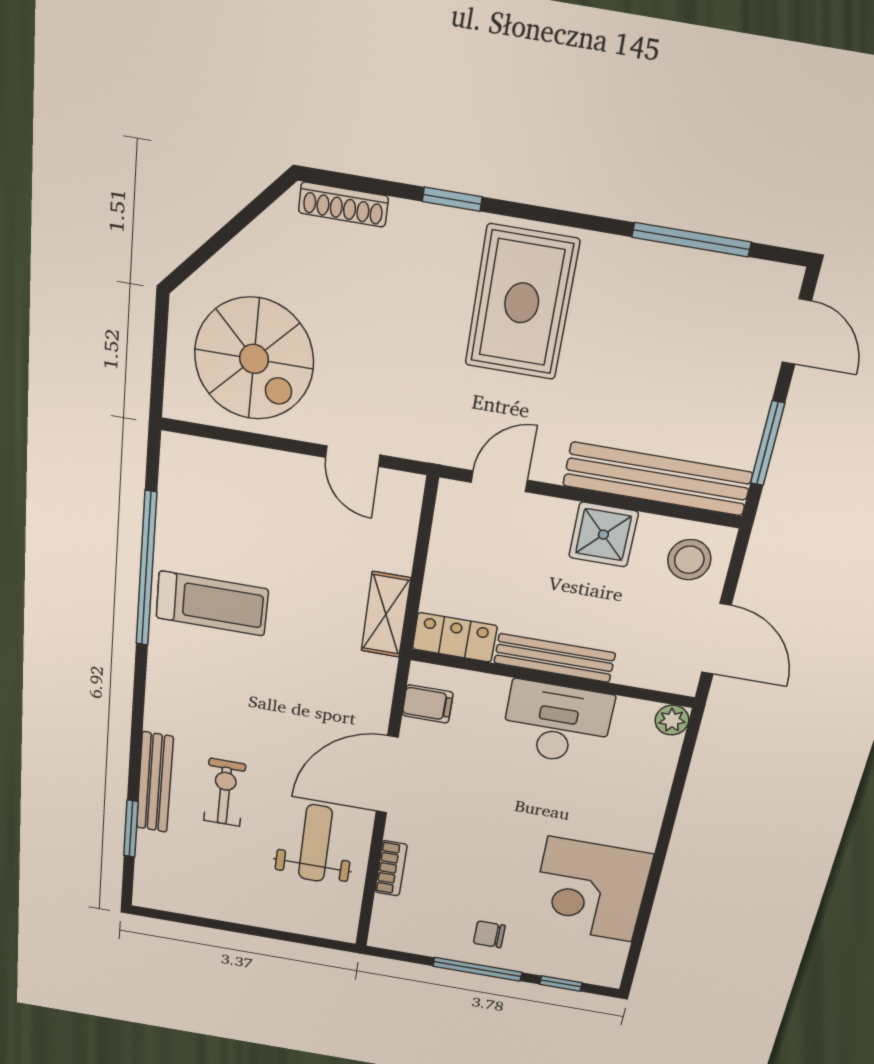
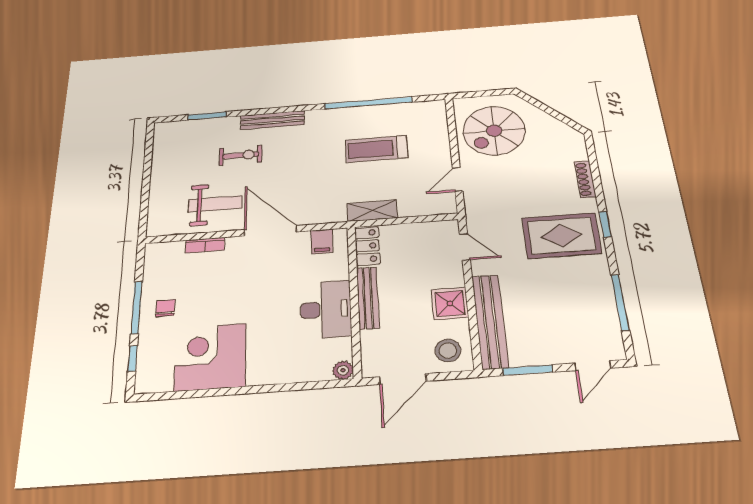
window: (452, 199) -> (605, 224), moved
shoe rack: (343, 205) -> (585, 179), moved
treadmill: (212, 604) -> (377, 149), moved, turned 90
bench: (155, 782) -> (272, 120), moved

